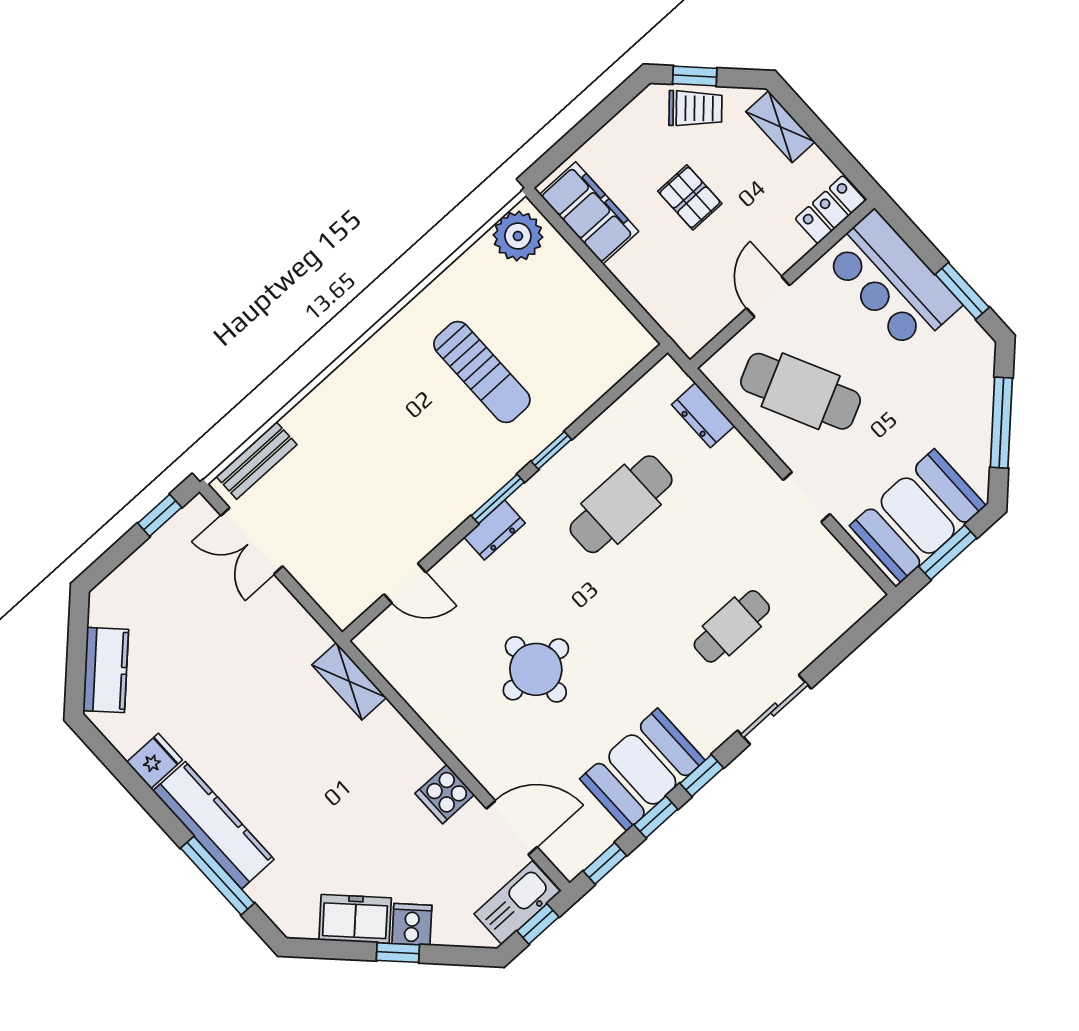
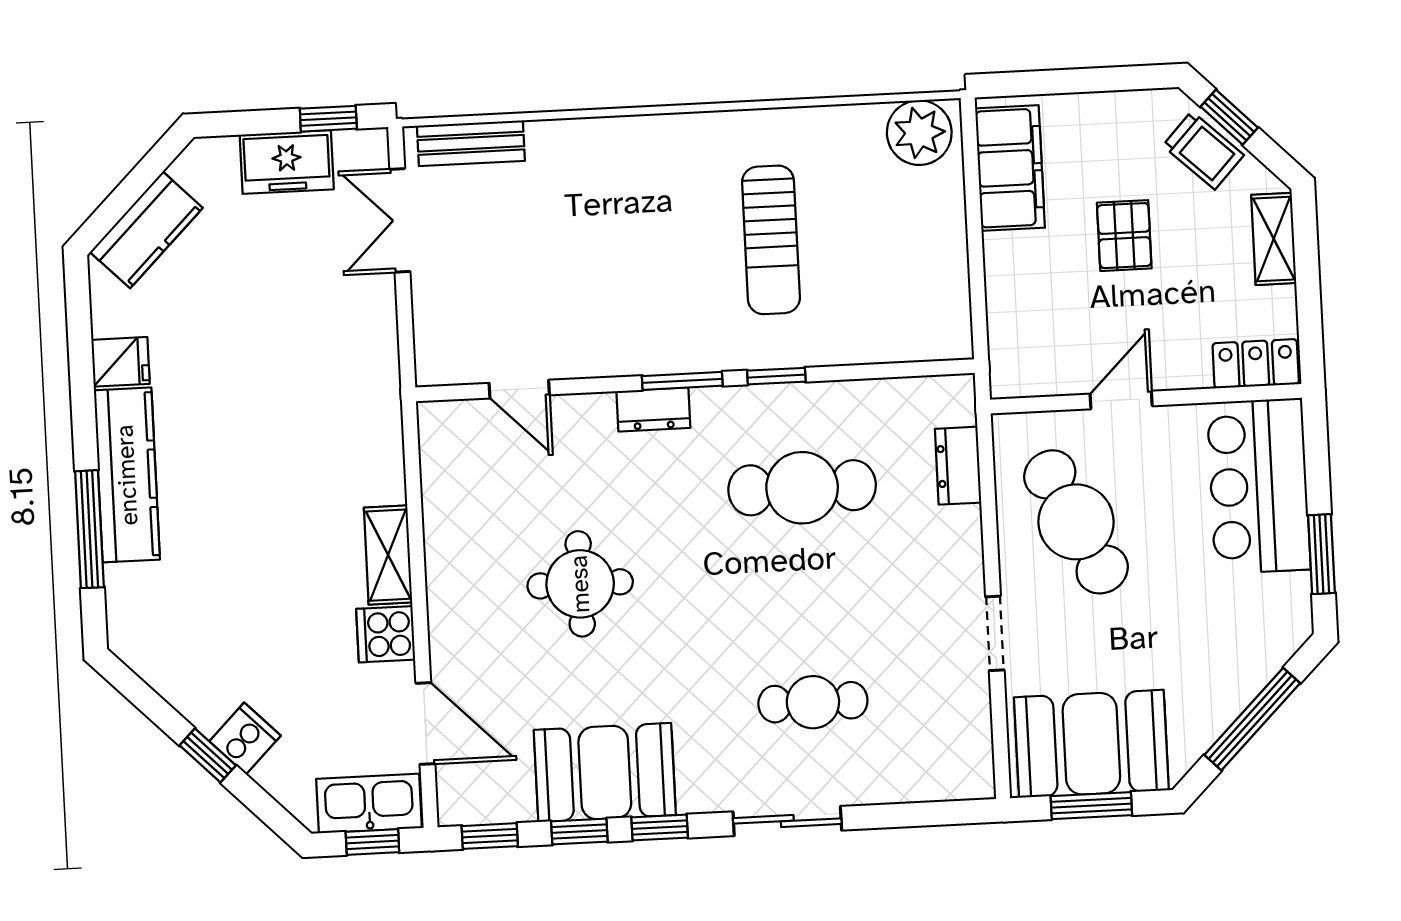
shelving: (349, 681) -> (388, 555), moved
freezer: (355, 919) -> (287, 162), moved, turned 135

